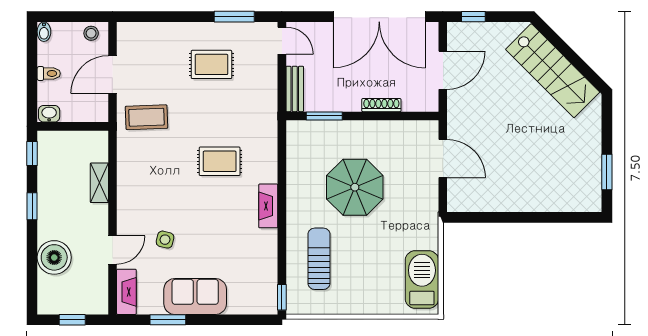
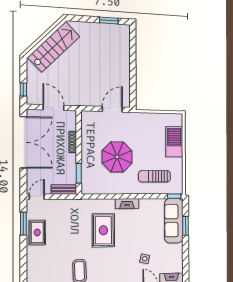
rug: (211, 64) -> (37, 232), moved
door: (443, 159) -> (112, 109), moved
rug: (220, 161) -> (103, 230), width x1.36, depth x1.43
barbecue: (422, 280) -> (174, 142), moved, turned 90
sofa: (195, 297) -> (174, 221), moved, width x1.36
window: (168, 320) -> (186, 226), moved

